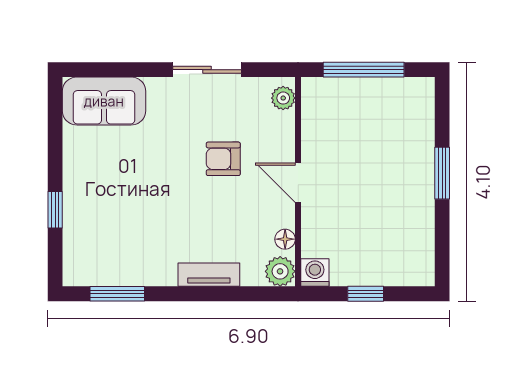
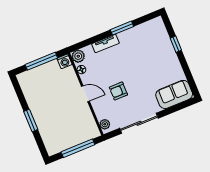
sliding door: (207, 70) -> (139, 123), width x1.37
armchair: (223, 159) -> (118, 91), turned 180
window: (117, 294) -> (122, 28), moved
window: (366, 294) -> (41, 61), width x2.17

